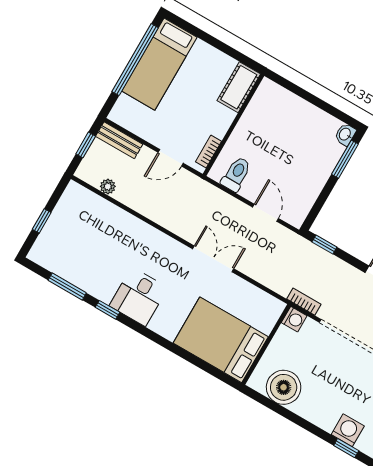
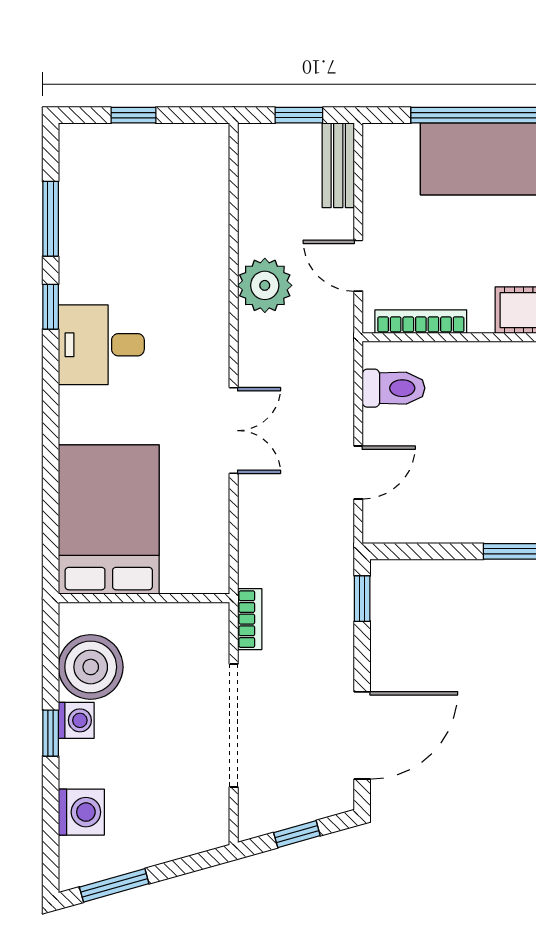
bookcase: (208, 151) -> (421, 322), width x1.56
plant: (108, 186) -> (265, 285), moved, width x1.88, depth x1.88
washing machine: (294, 319) -> (76, 720), moved, turned -90
window: (346, 448) -> (51, 733), moved

